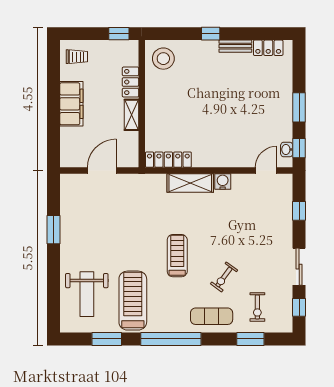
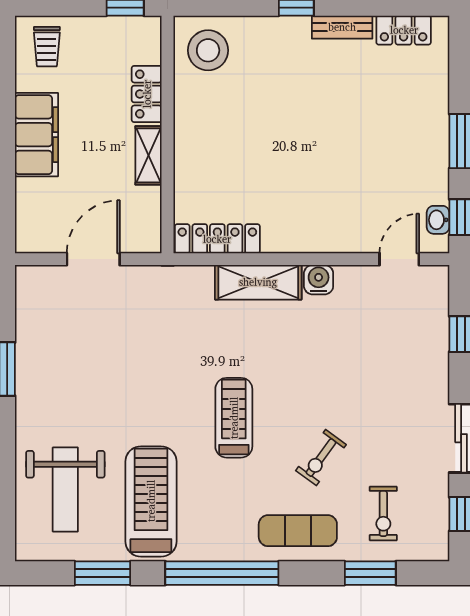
trolley: (77, 57) -> (47, 47), turned 90

